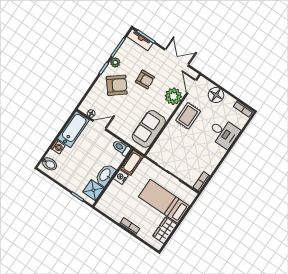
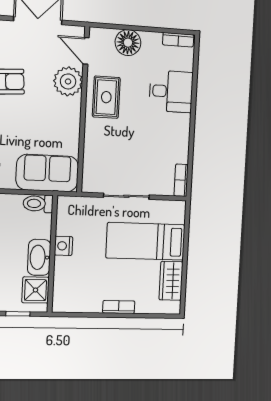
sofa: (149, 129) -> (47, 173), moved, turned 90
cot: (132, 163) -> (67, 215), removed

